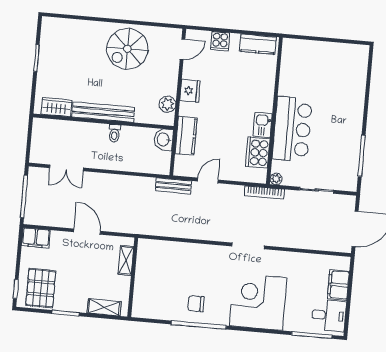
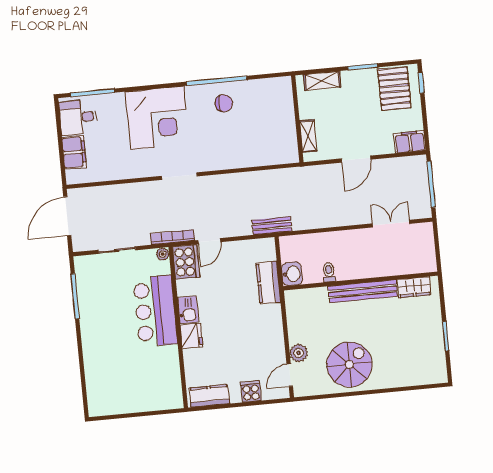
fridge: (190, 91) -> (191, 336), moved, turned 180
plant: (167, 104) -> (299, 353), moved
toilet: (114, 133) -> (329, 272), moved
cooker: (258, 153) -> (186, 262), moved
door: (208, 180) -> (210, 241), moved
door: (87, 232) -> (356, 159), hinge flipped

